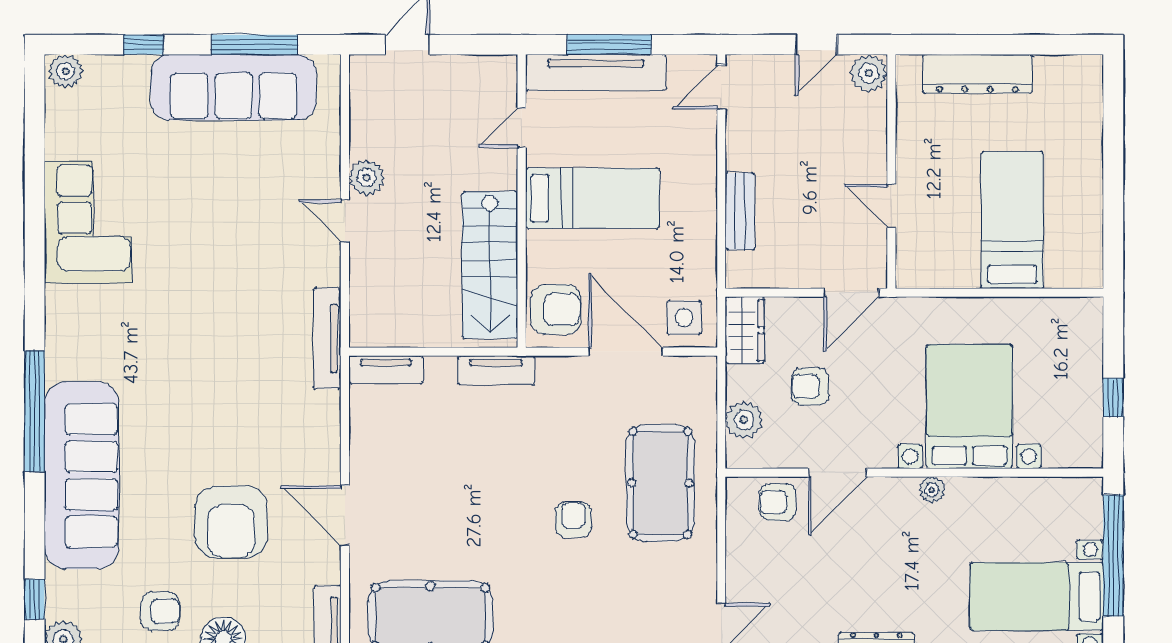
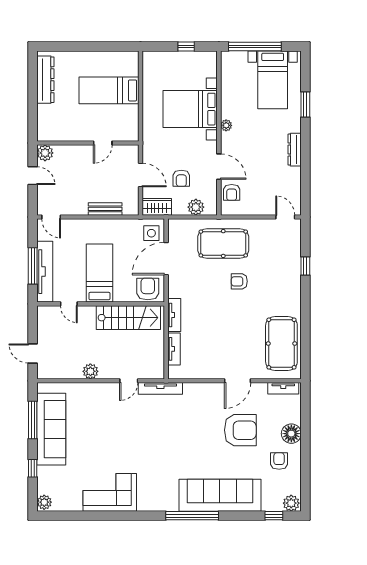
dresser: (977, 74) -> (45, 80), moved
door: (345, 221) -> (129, 381), moved
door: (851, 293) -> (141, 175), moved
tv unit: (386, 370) -> (174, 349), moved

